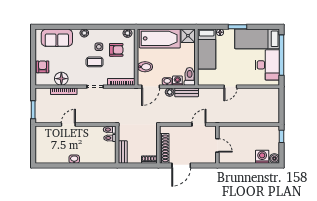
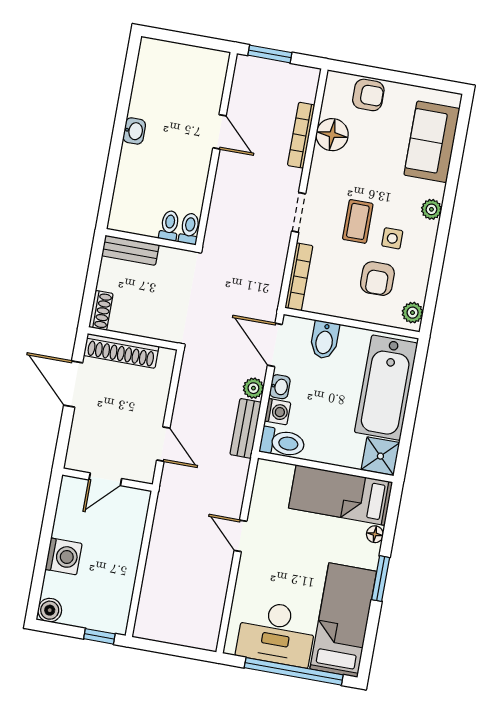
washing machine: (262, 157) -> (64, 556), moved

